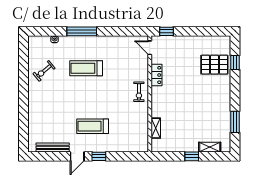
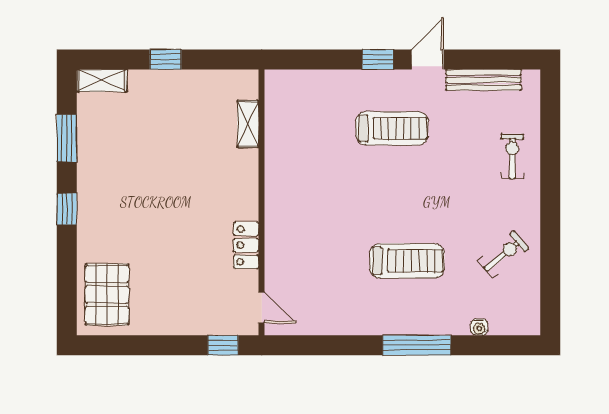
window: (235, 62) -> (67, 209), moved
pallet: (214, 65) -> (107, 295), moved, turned 90
exercise bike: (139, 92) -> (512, 156), moved
shelving: (210, 147) -> (102, 81), moved

